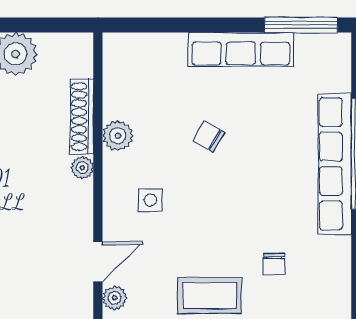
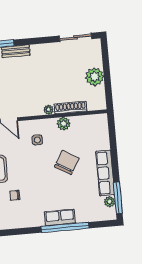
plant: (308, 45) -> (110, 202), added
chair: (209, 136) -> (67, 163), width x1.87, depth x1.87
row of seats: (335, 164) -> (60, 217), width x0.50

